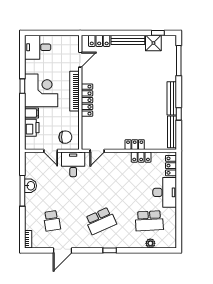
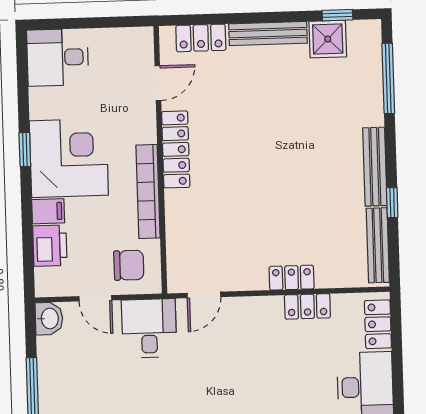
bookcase: (75, 91) -> (148, 192), moved
locker: (87, 100) -> (176, 149), moved
washbasin: (31, 186) -> (49, 319), moved

